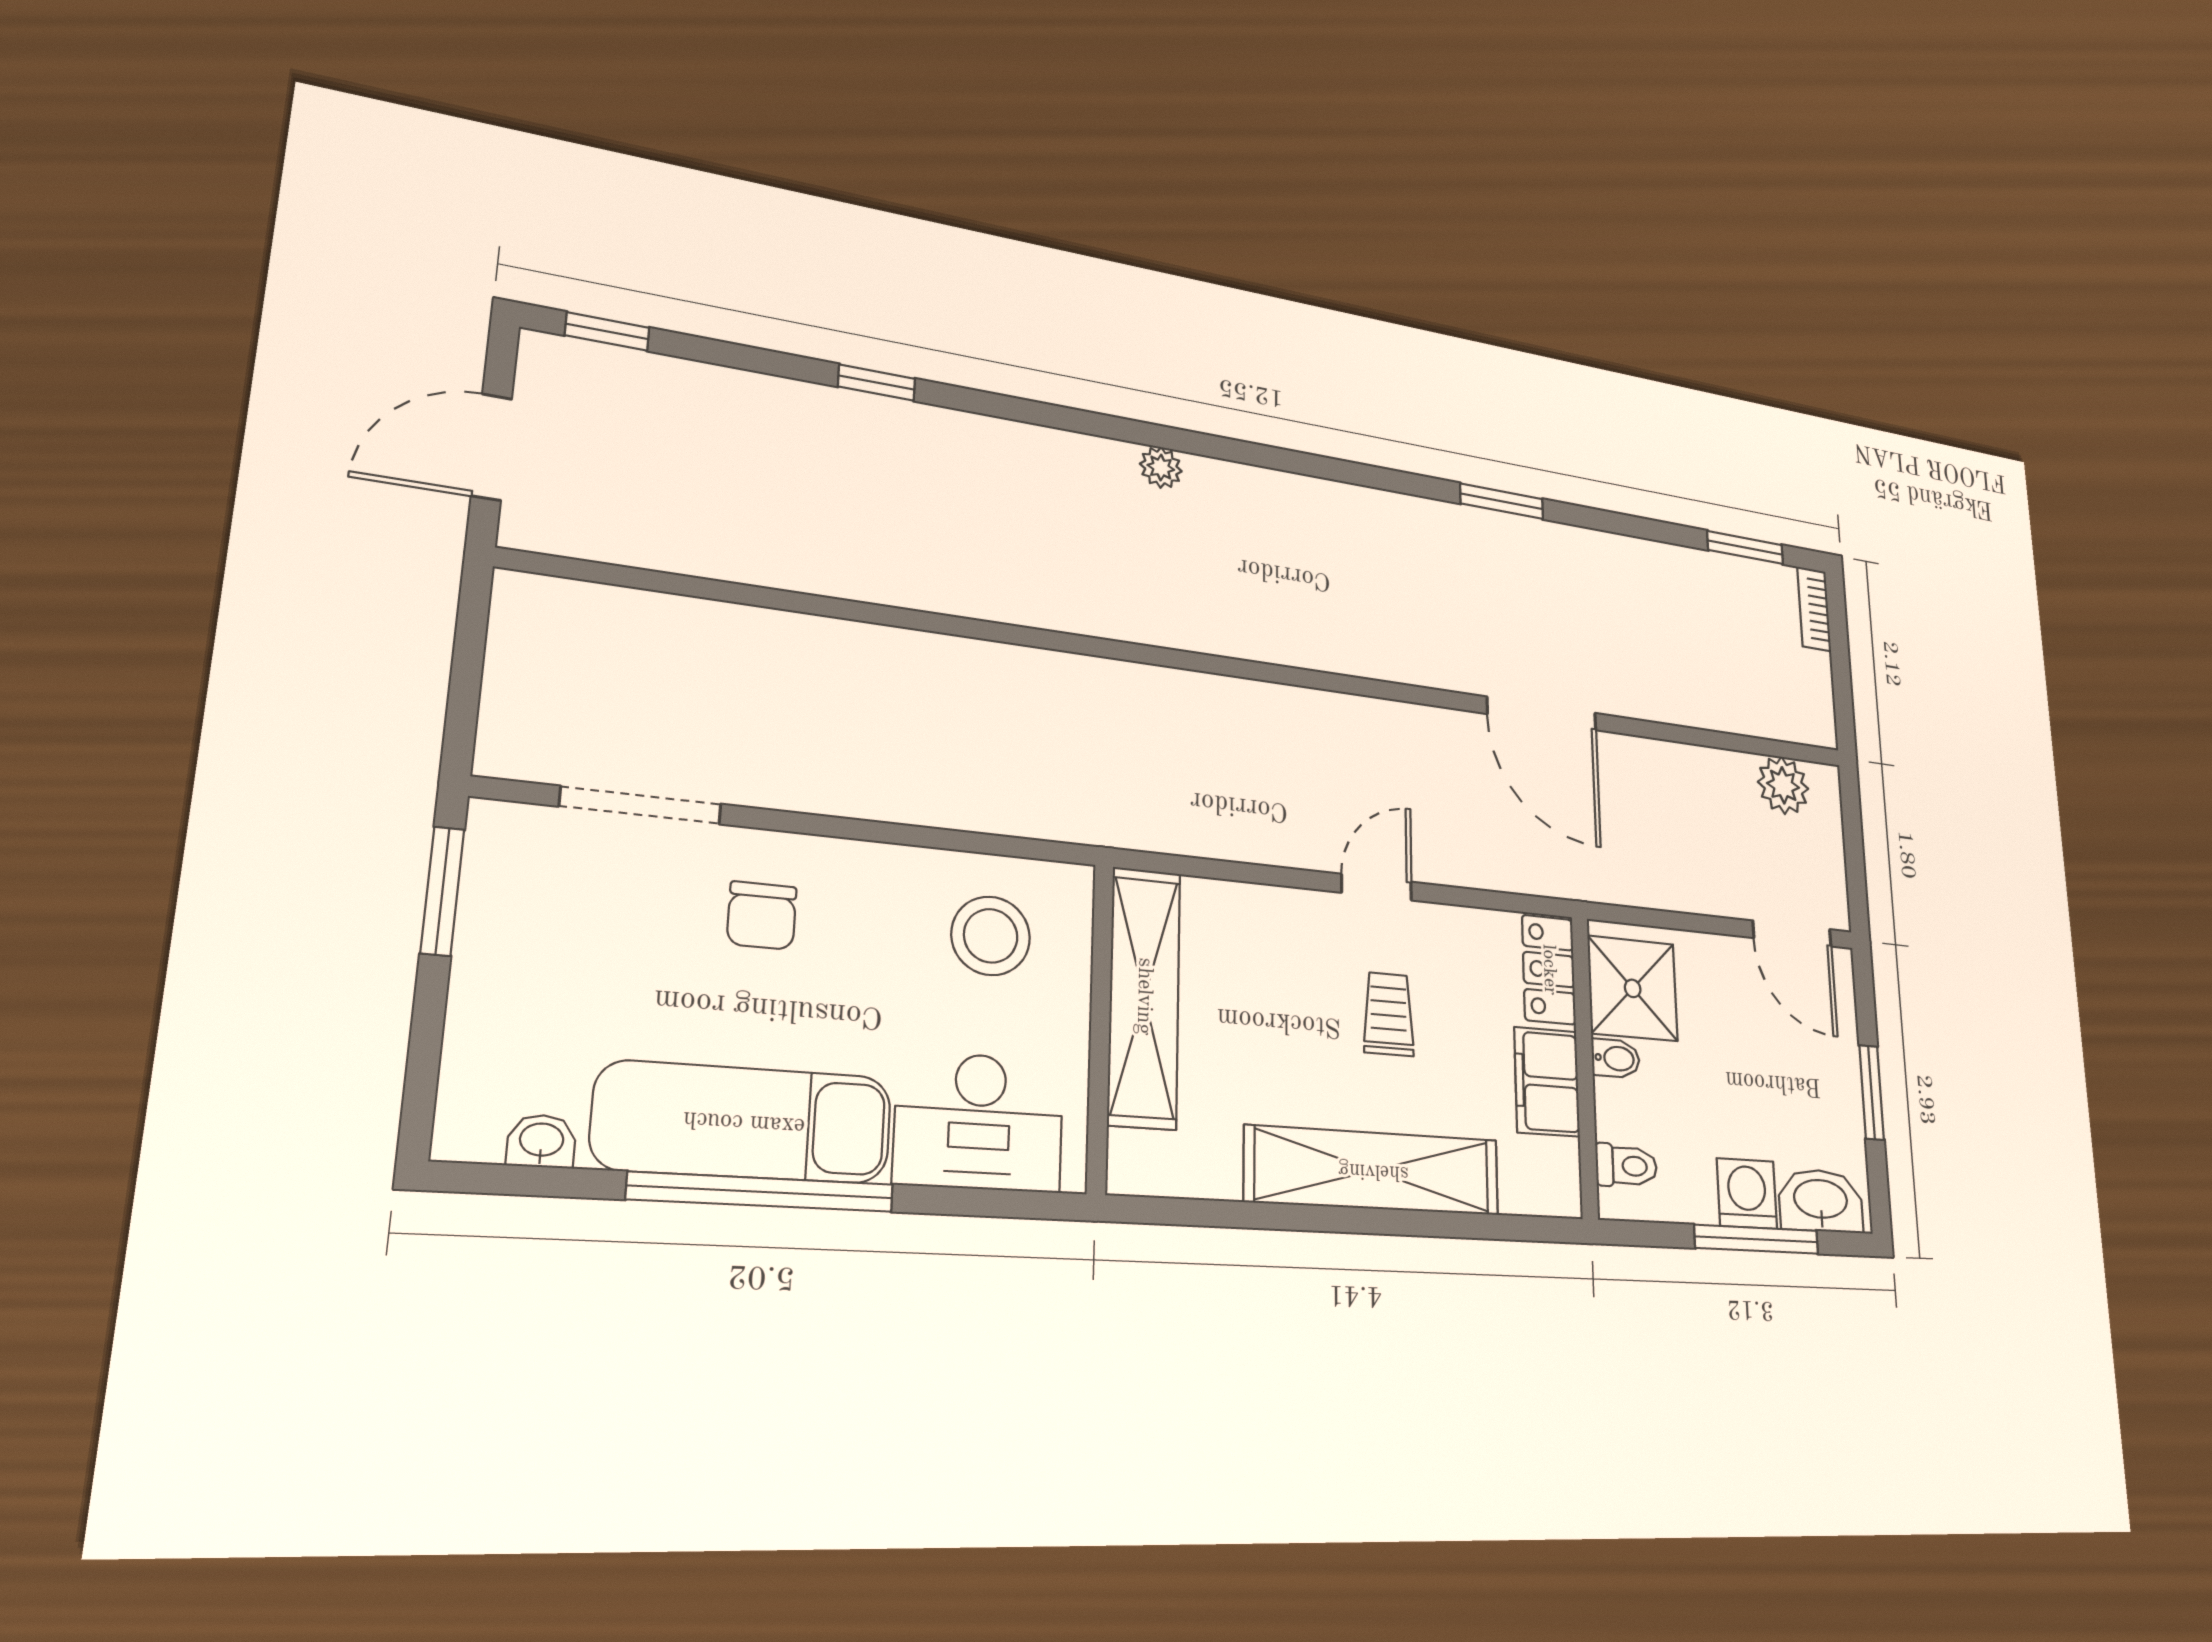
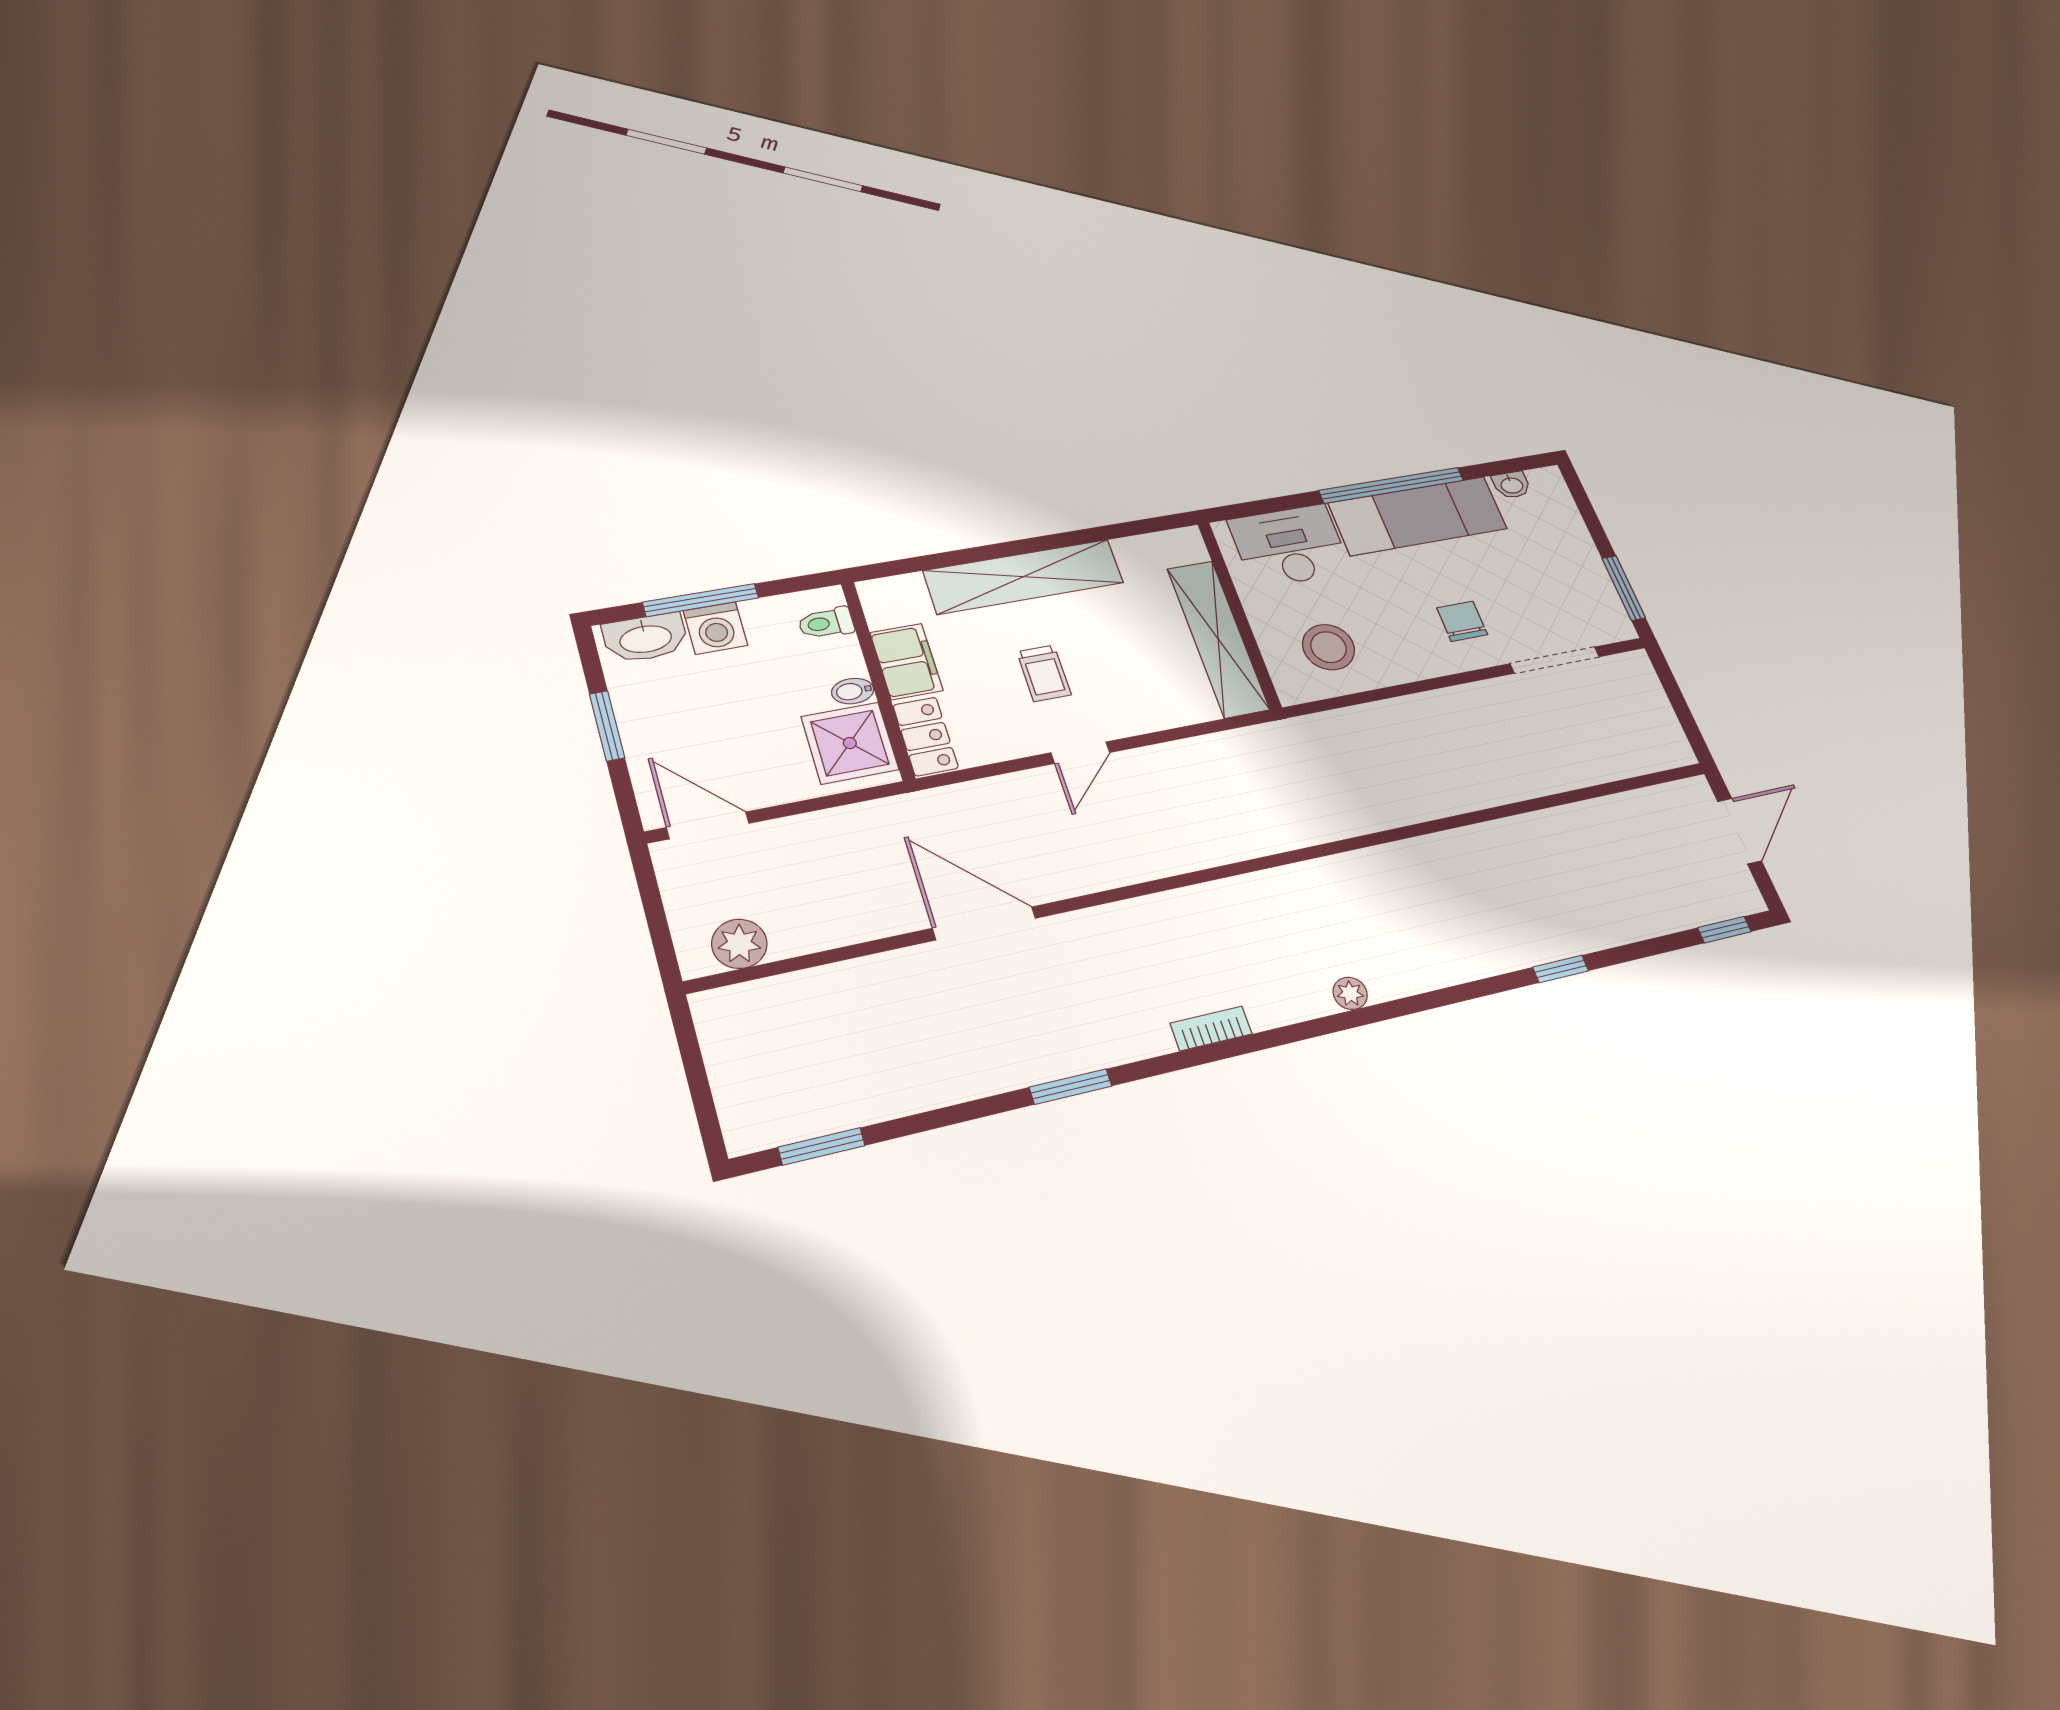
bookcase: (1814, 609) -> (1211, 1029), moved, turned -90

